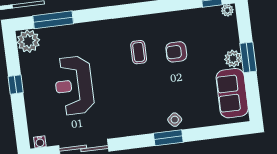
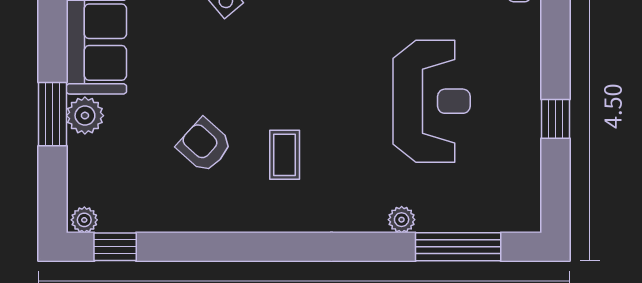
plant: (28, 41) -> (402, 220), moved, width x0.53, depth x0.53
armchair: (176, 52) -> (204, 145), turned -138

